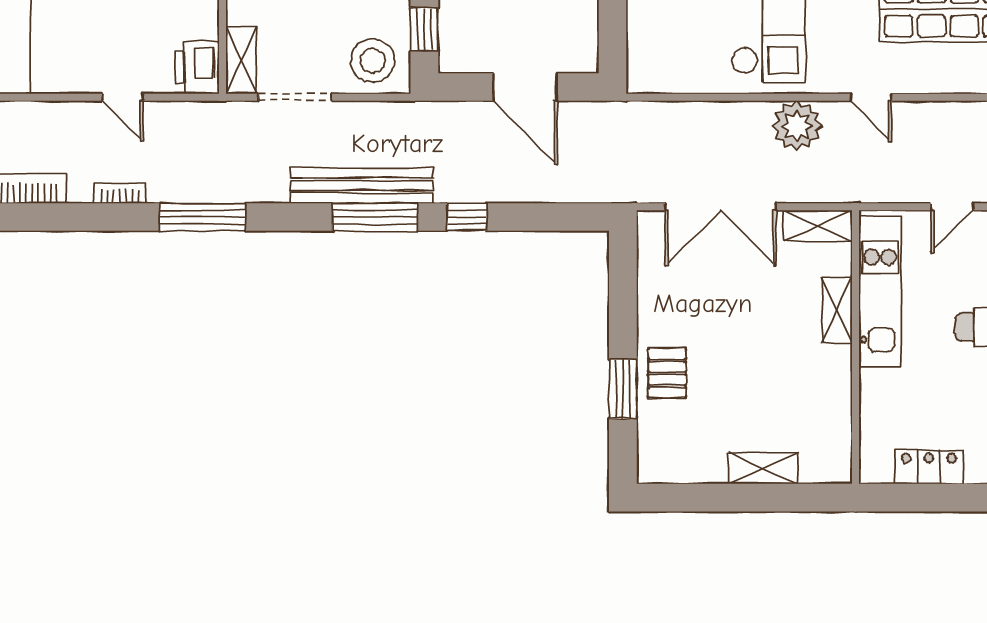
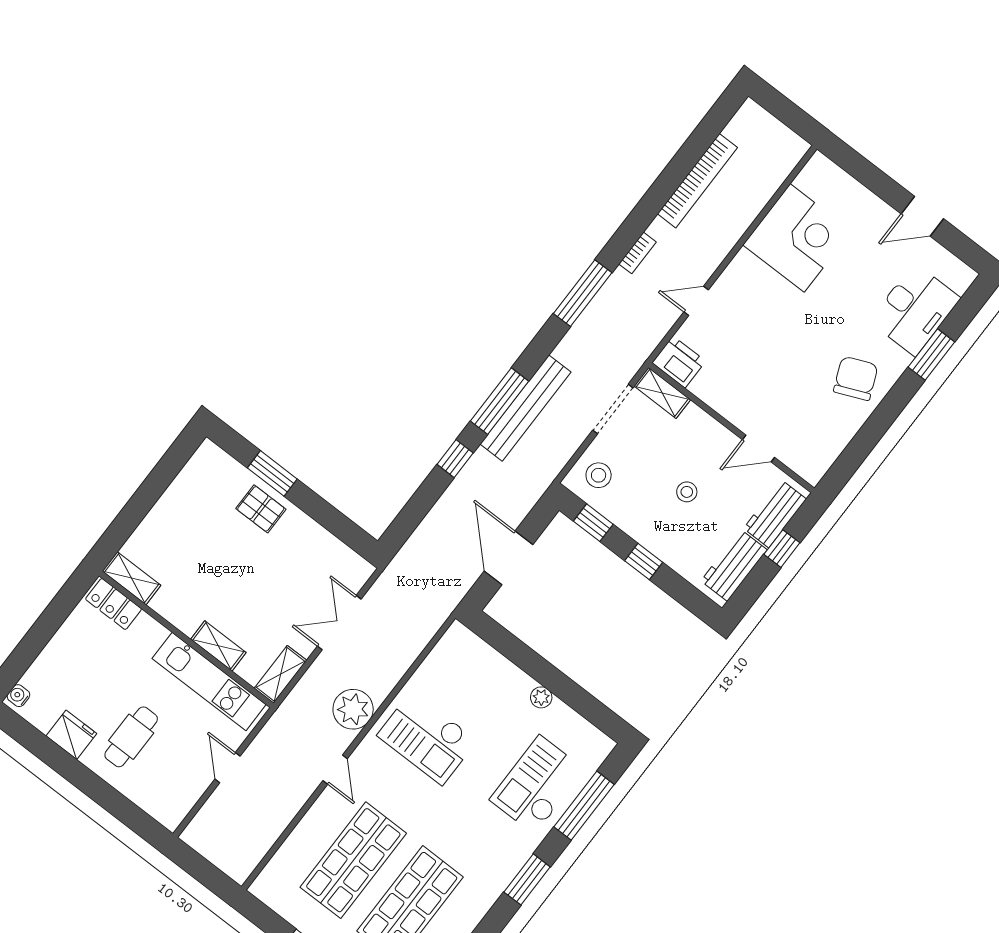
stool: (373, 61) -> (599, 475), width x0.73, depth x0.73
door: (525, 87) -> (508, 558), hinge flipped
door: (871, 97) -> (335, 770), swing flipped
double door: (721, 207) -> (339, 623), width x0.73
locker: (929, 467) -> (114, 604), moved, turned 90
shelving: (763, 468) -> (132, 578), moved, turned 90

